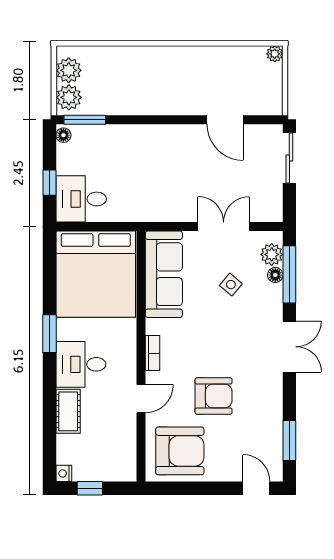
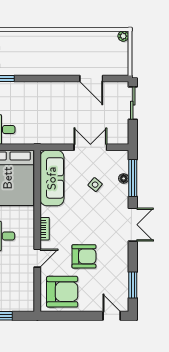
plant: (272, 254) -> (121, 165), removed

